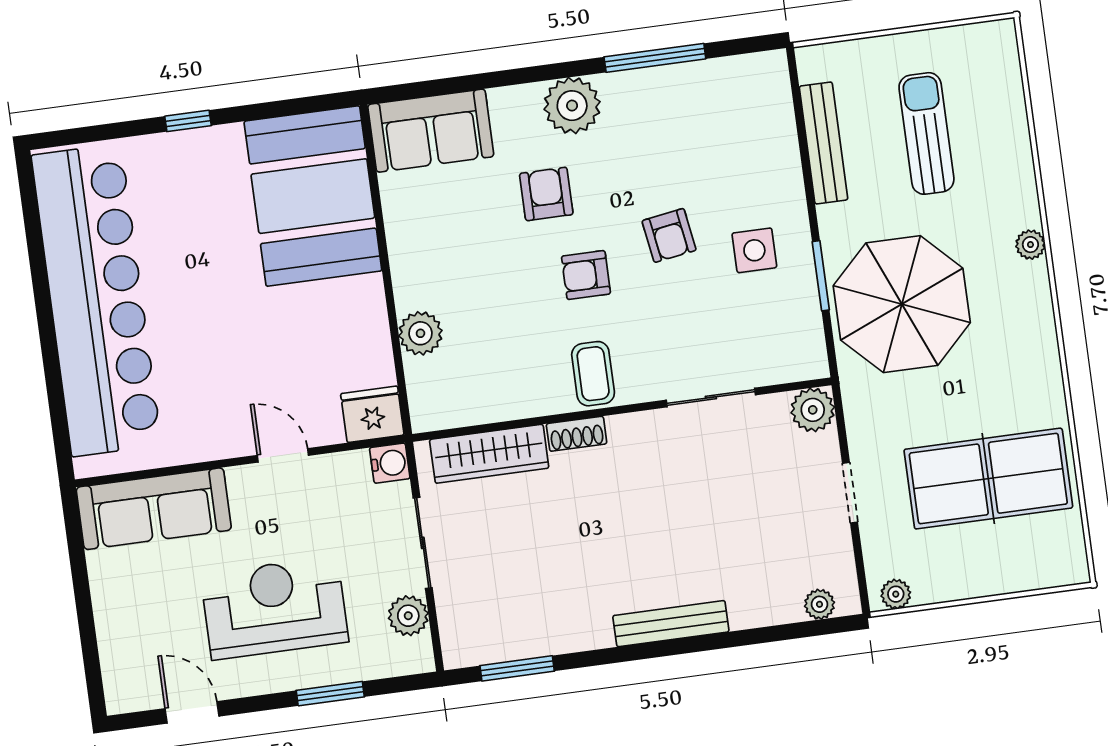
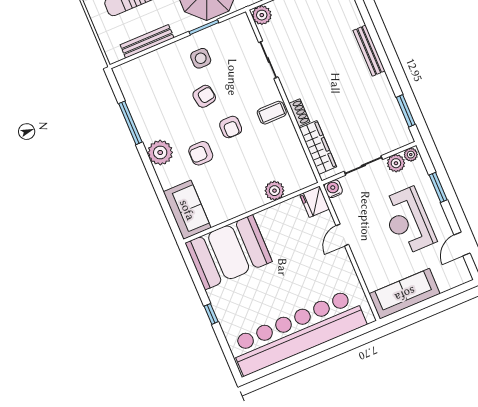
sofa: (154, 509) -> (405, 294), moved, turned -90
plant: (418, 653) -> (411, 155), added

